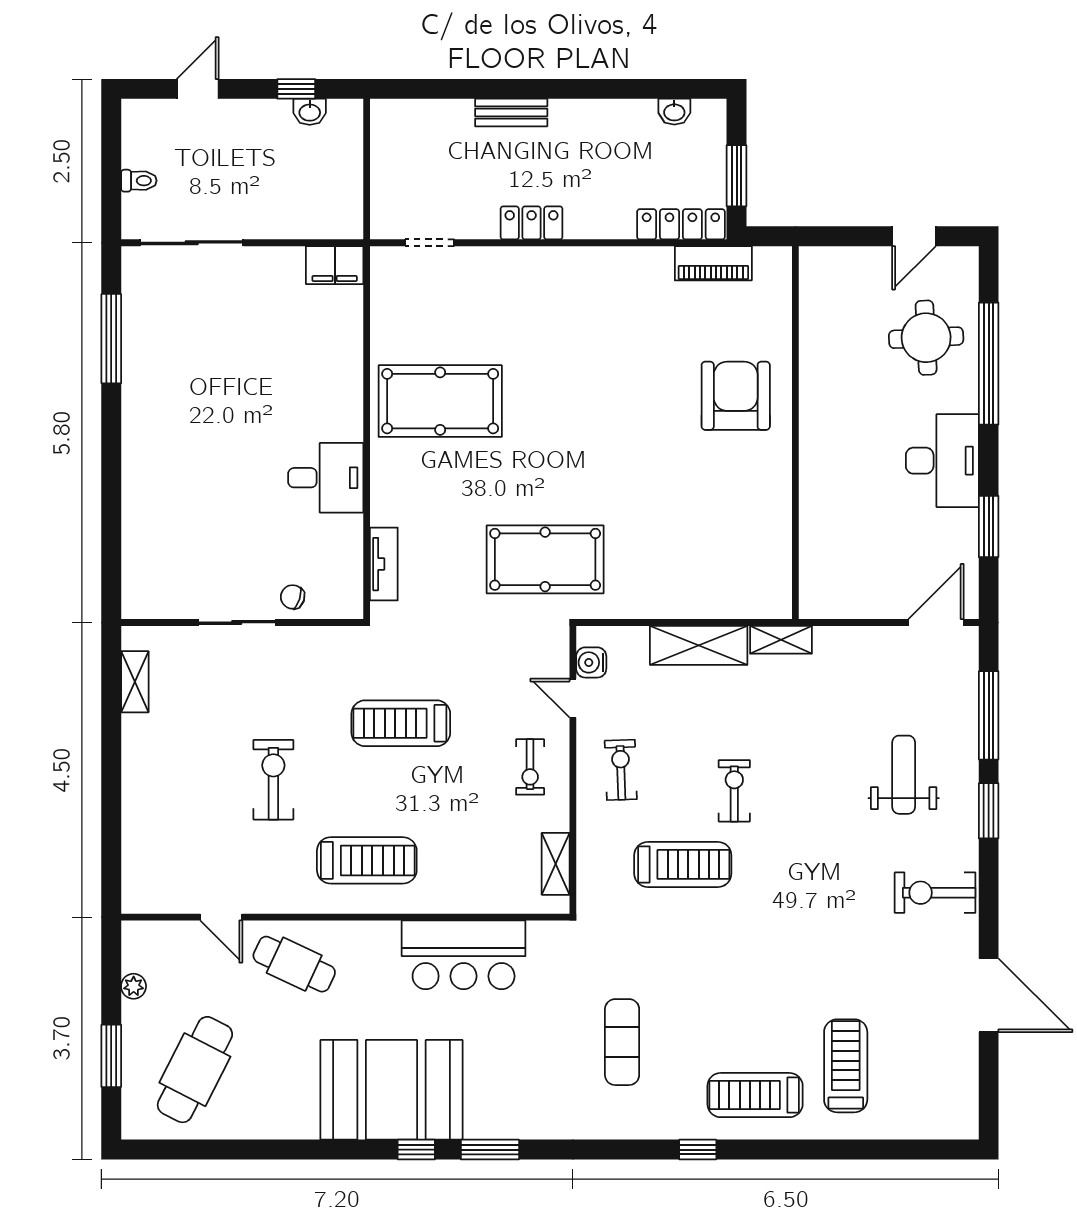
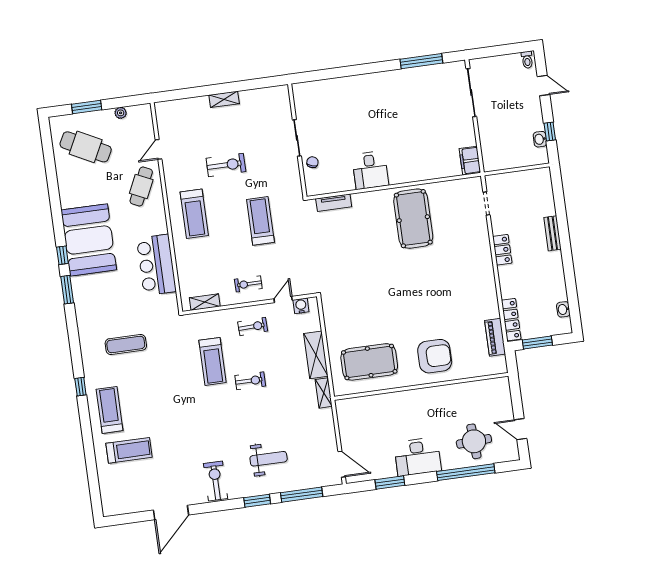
toilet: (139, 181) -> (527, 60), moved
pool table: (545, 559) -> (369, 362), moved, turned 90
shelving: (135, 682) -> (224, 99), moved

